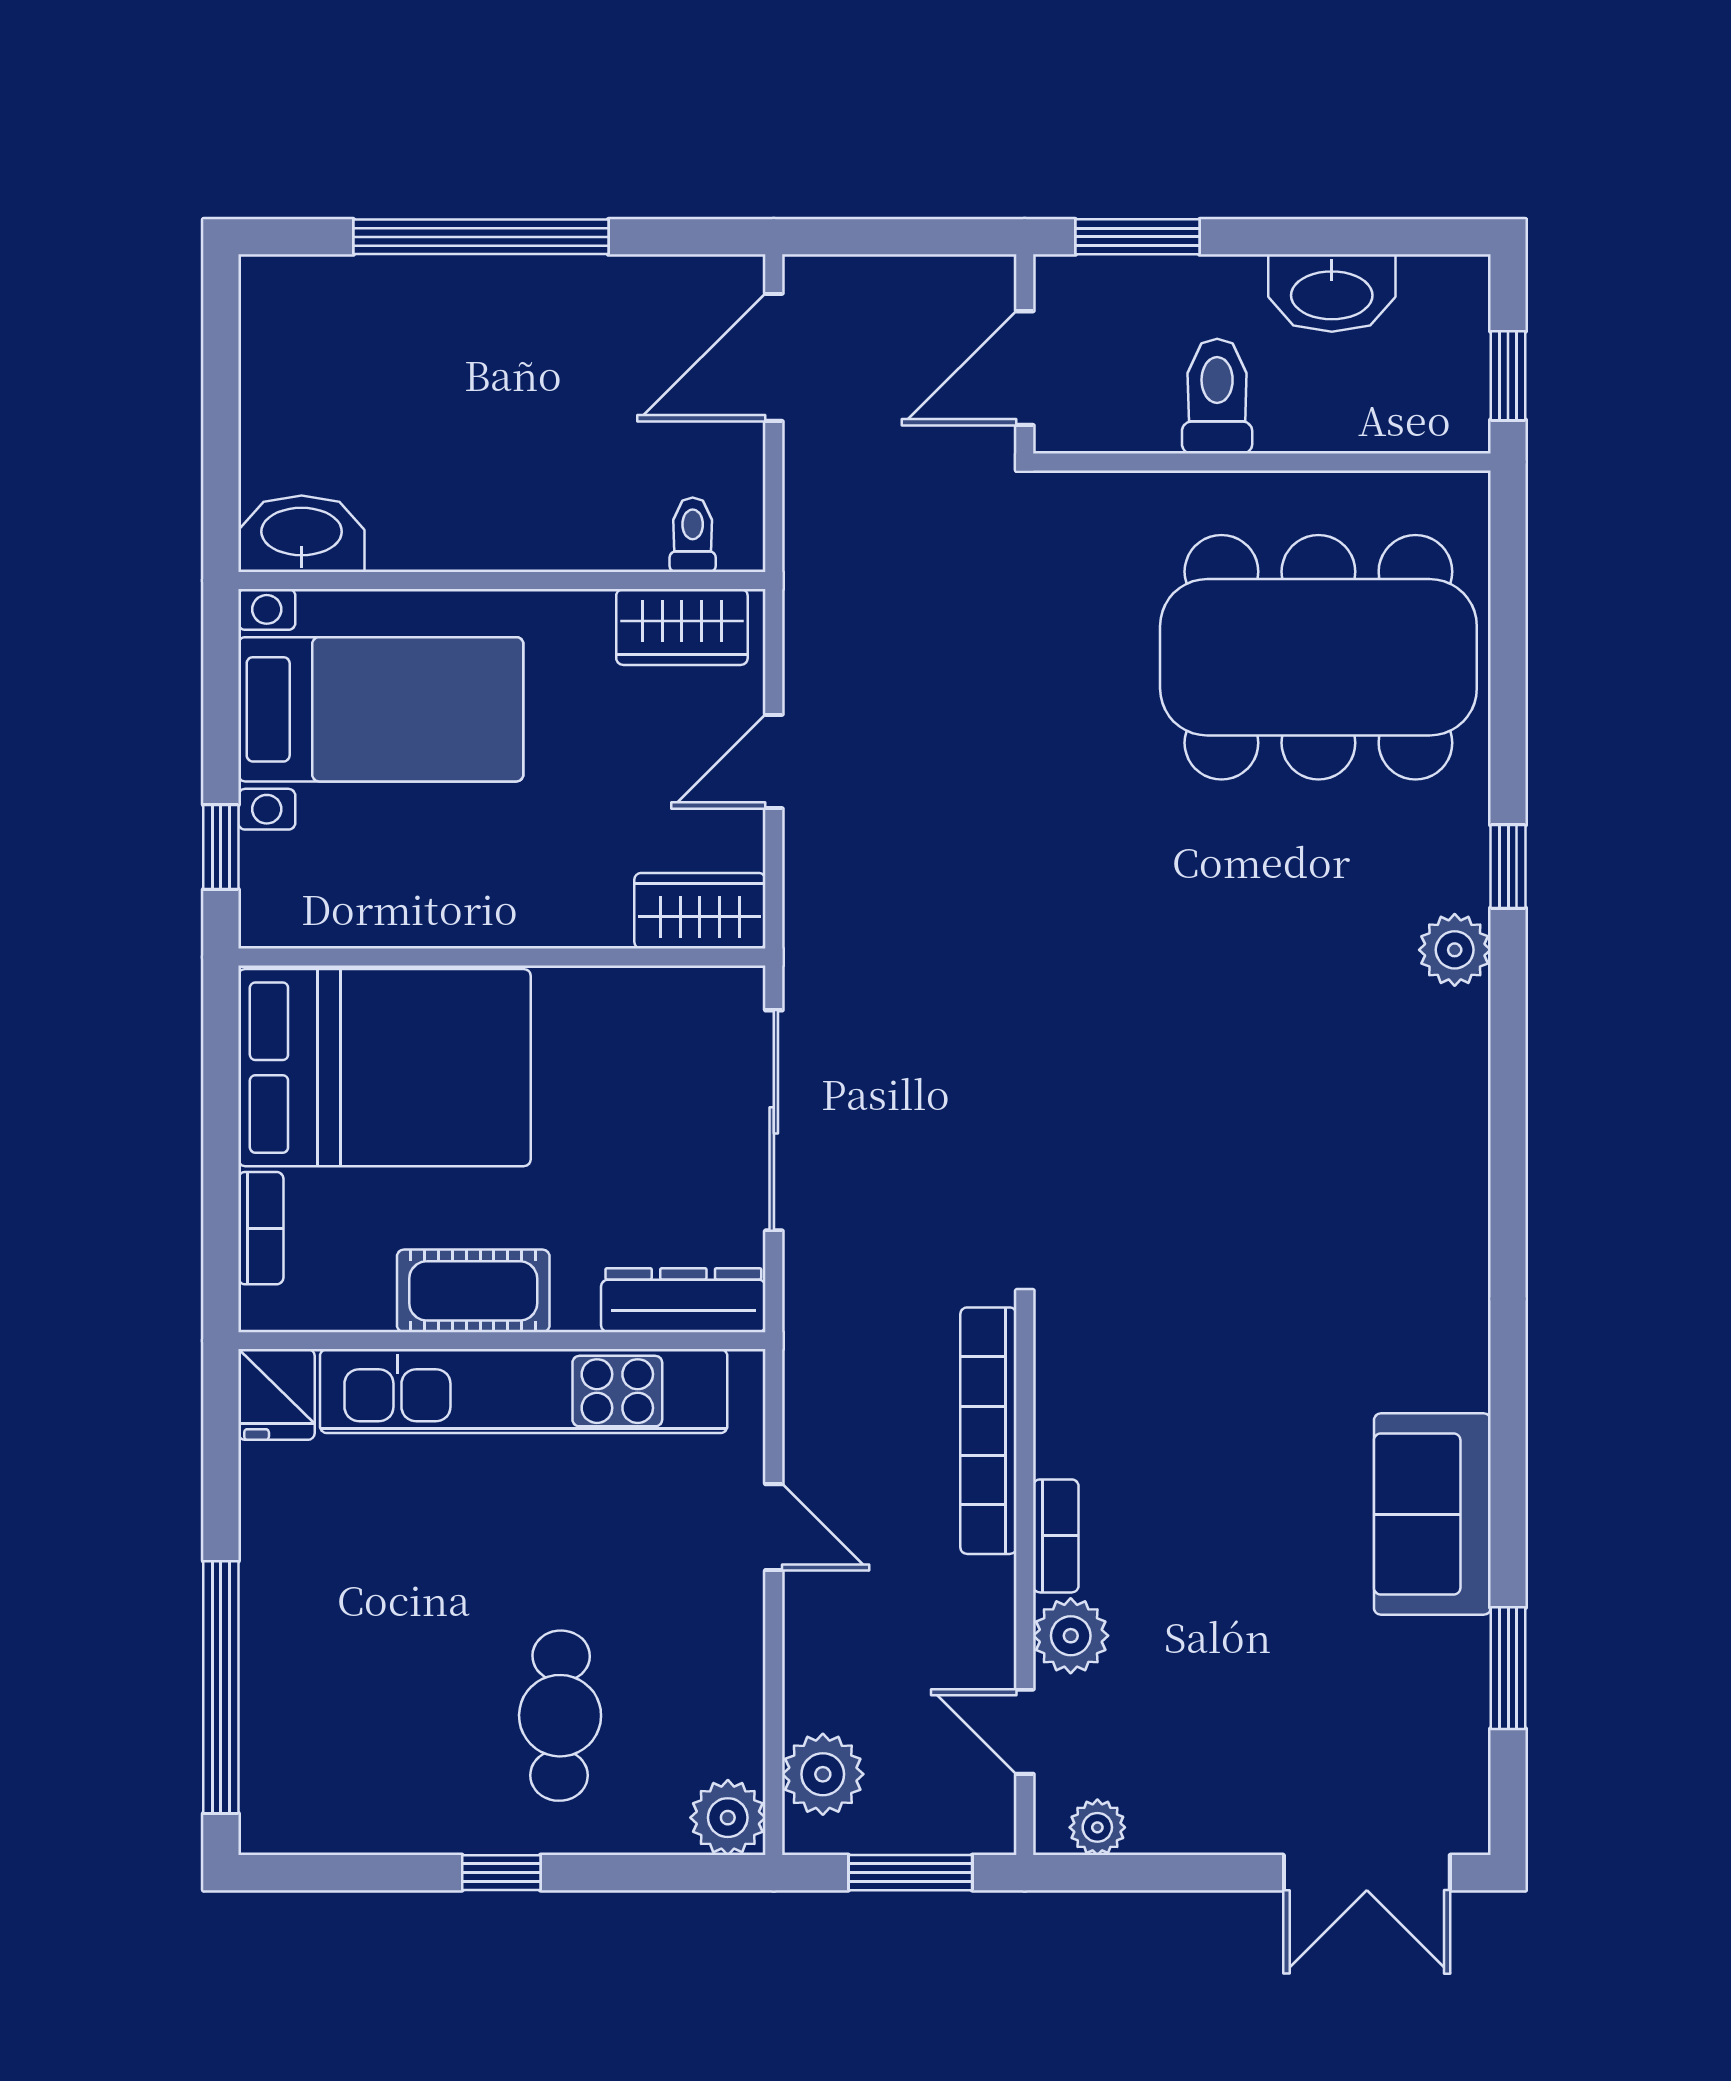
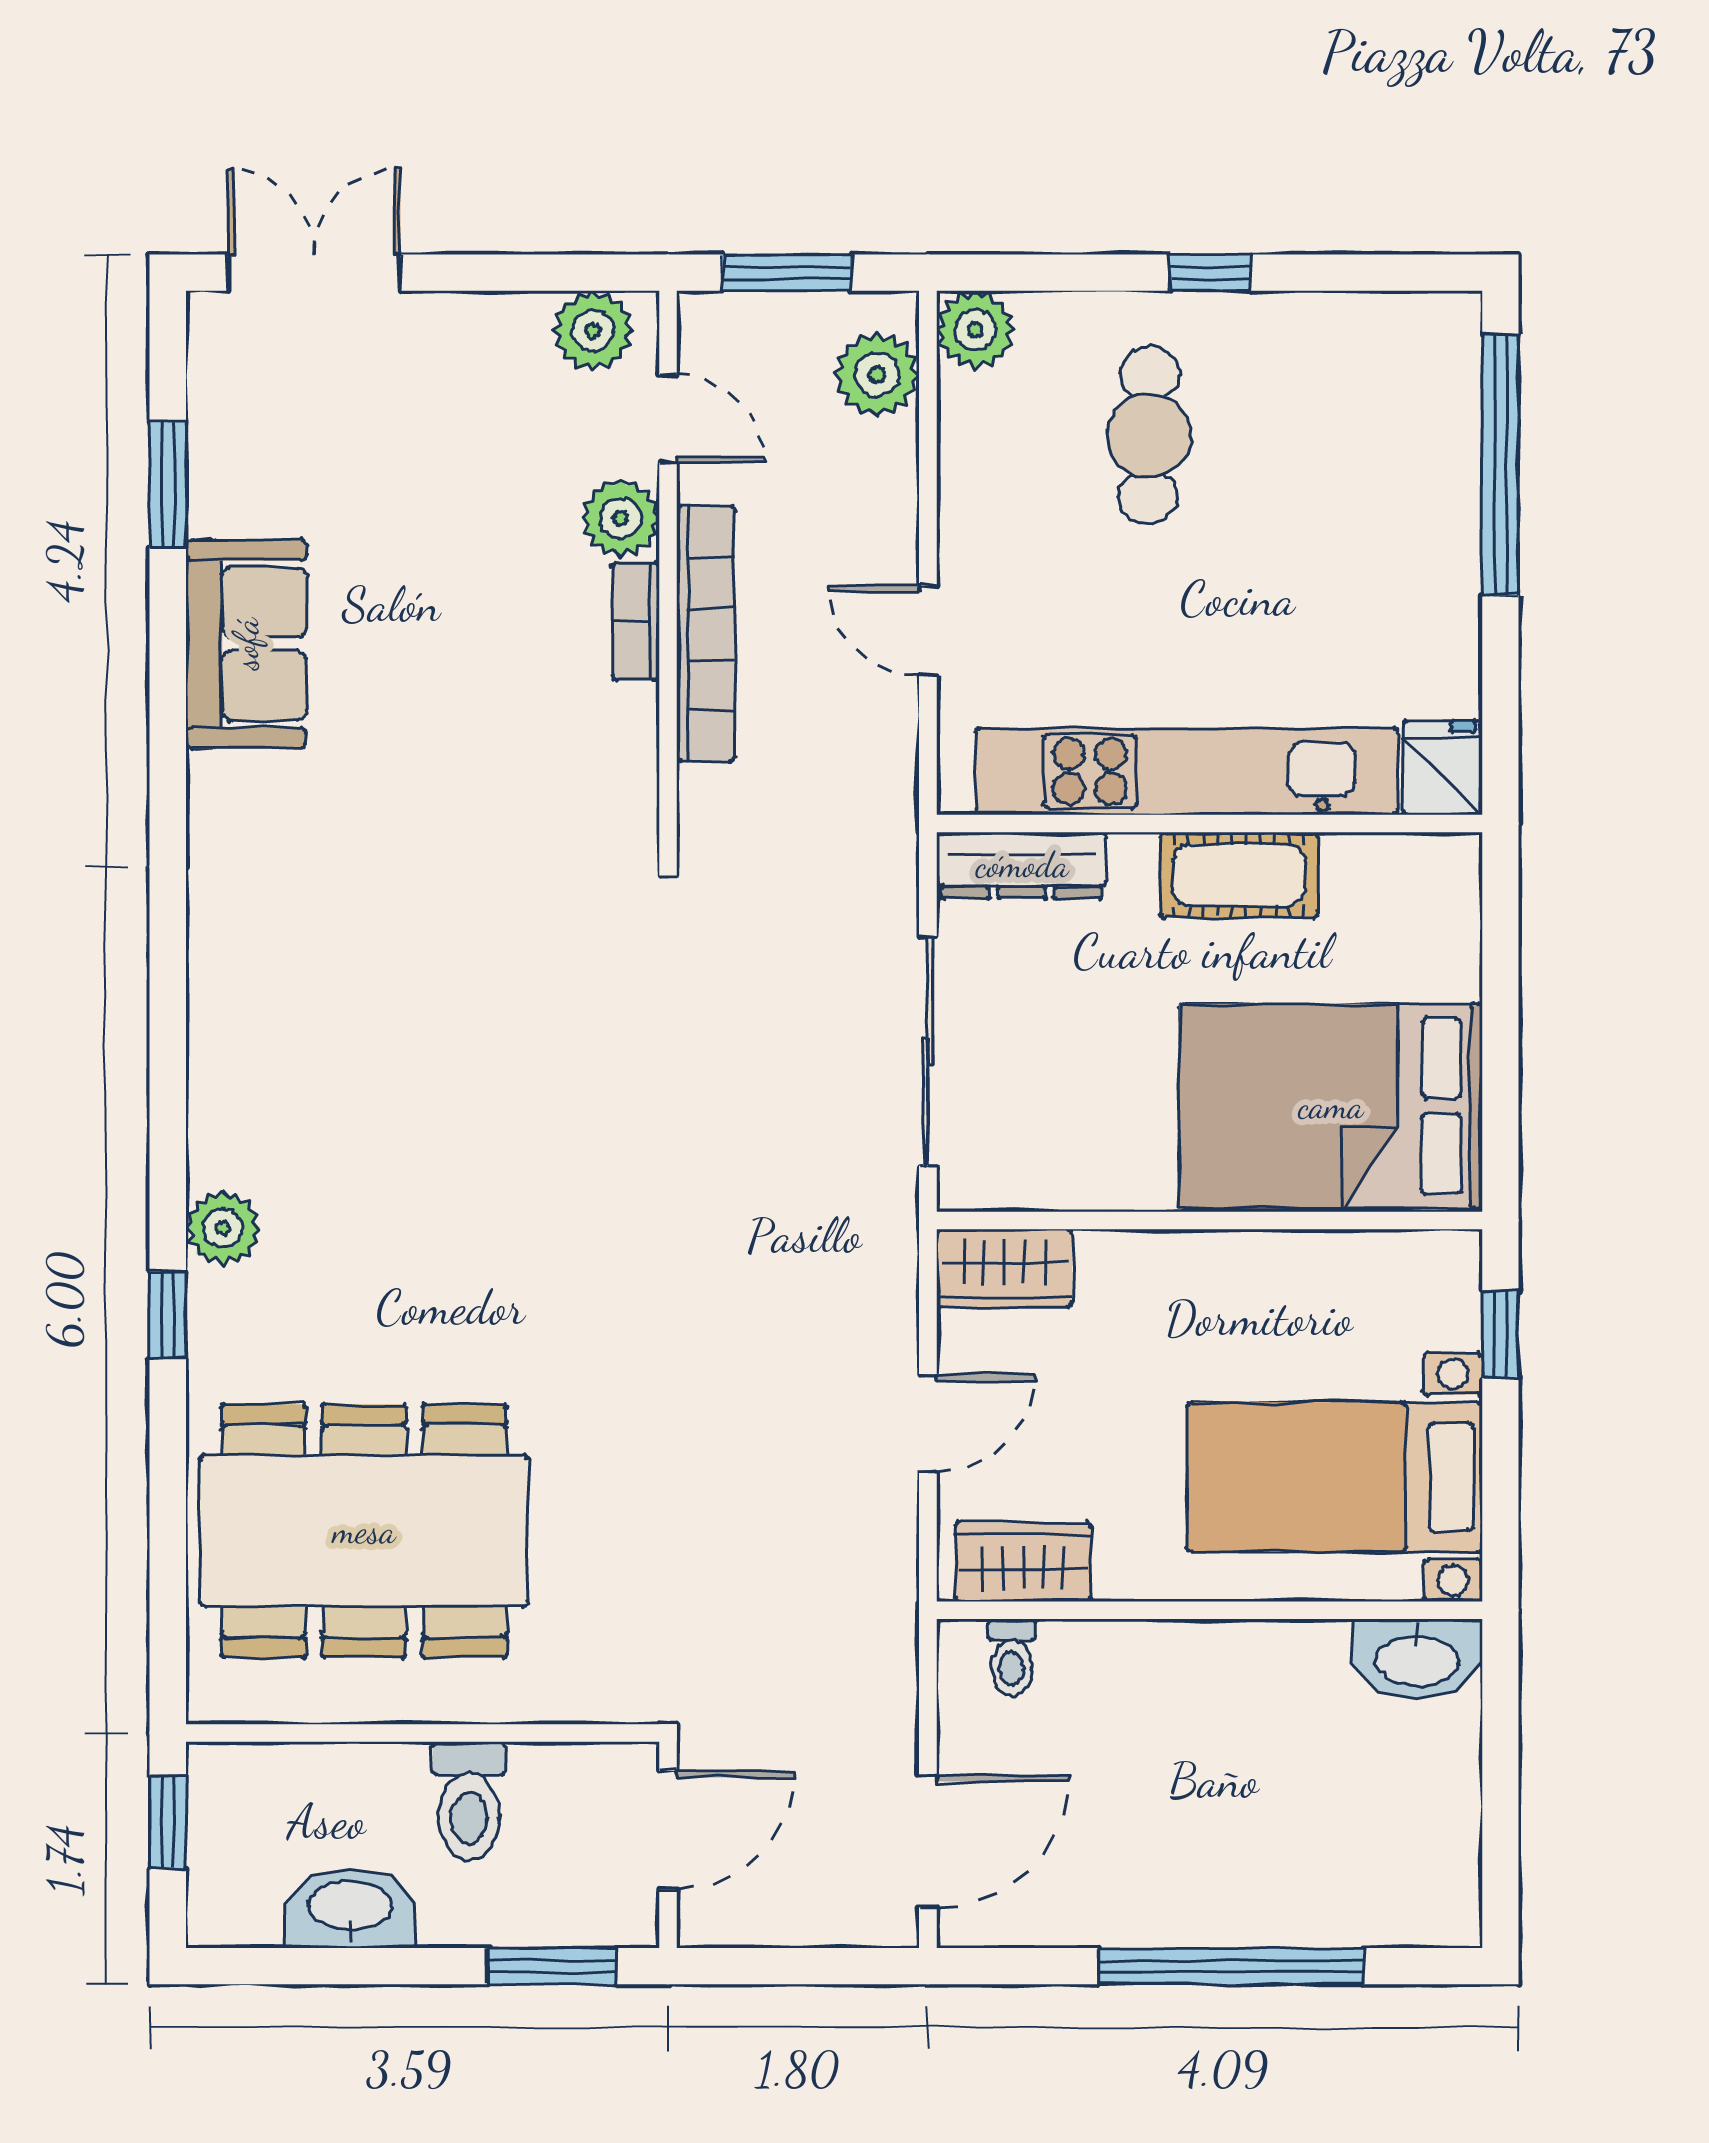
bookcase: (261, 1228) -> (1459, 940), removed
bookcase: (988, 1431) -> (706, 634), moved
plant: (1097, 1827) -> (593, 330), width x1.38, depth x1.38

